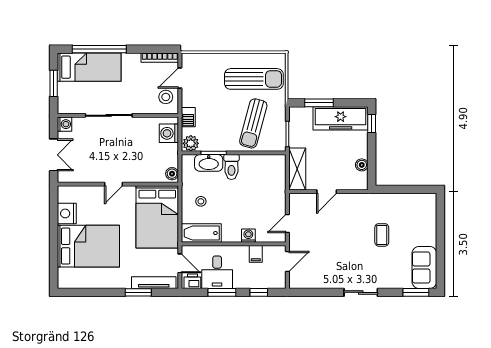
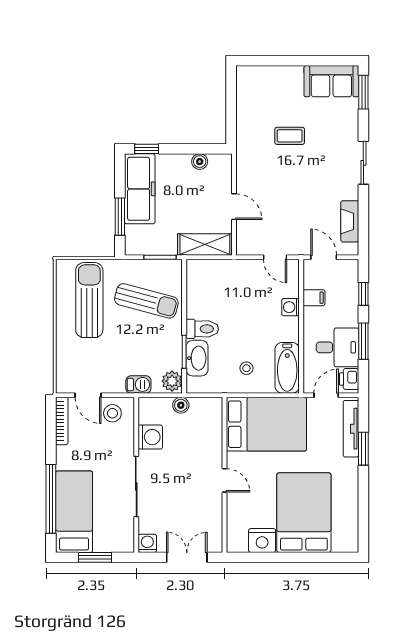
washing machine: (169, 133) -> (150, 437), moved, turned -90
boiler: (172, 174) -> (181, 405), moved
fireplace: (315, 282) -> (350, 221), added

